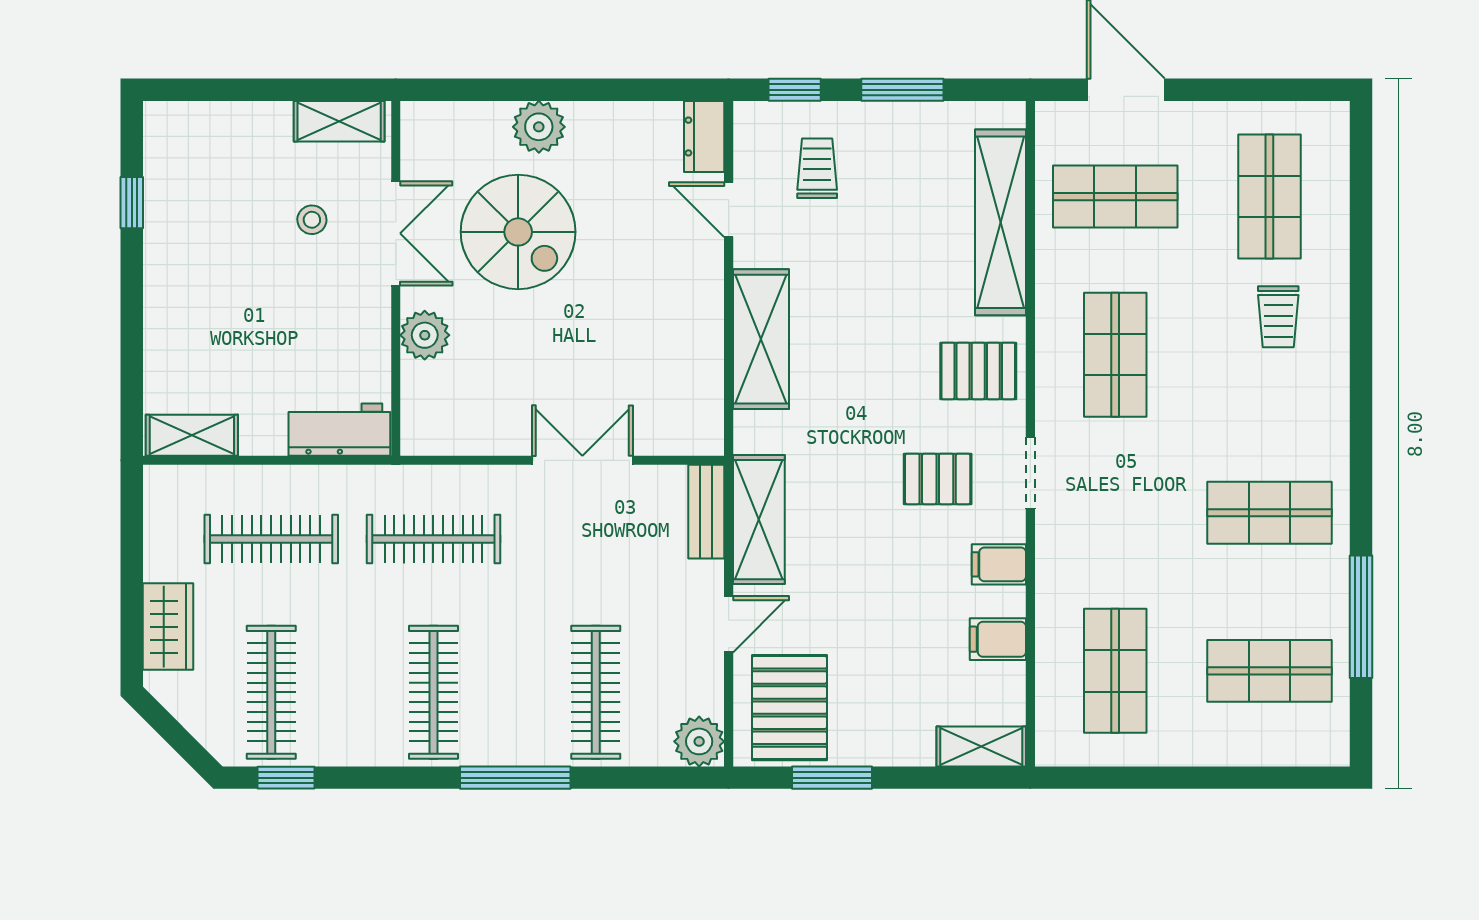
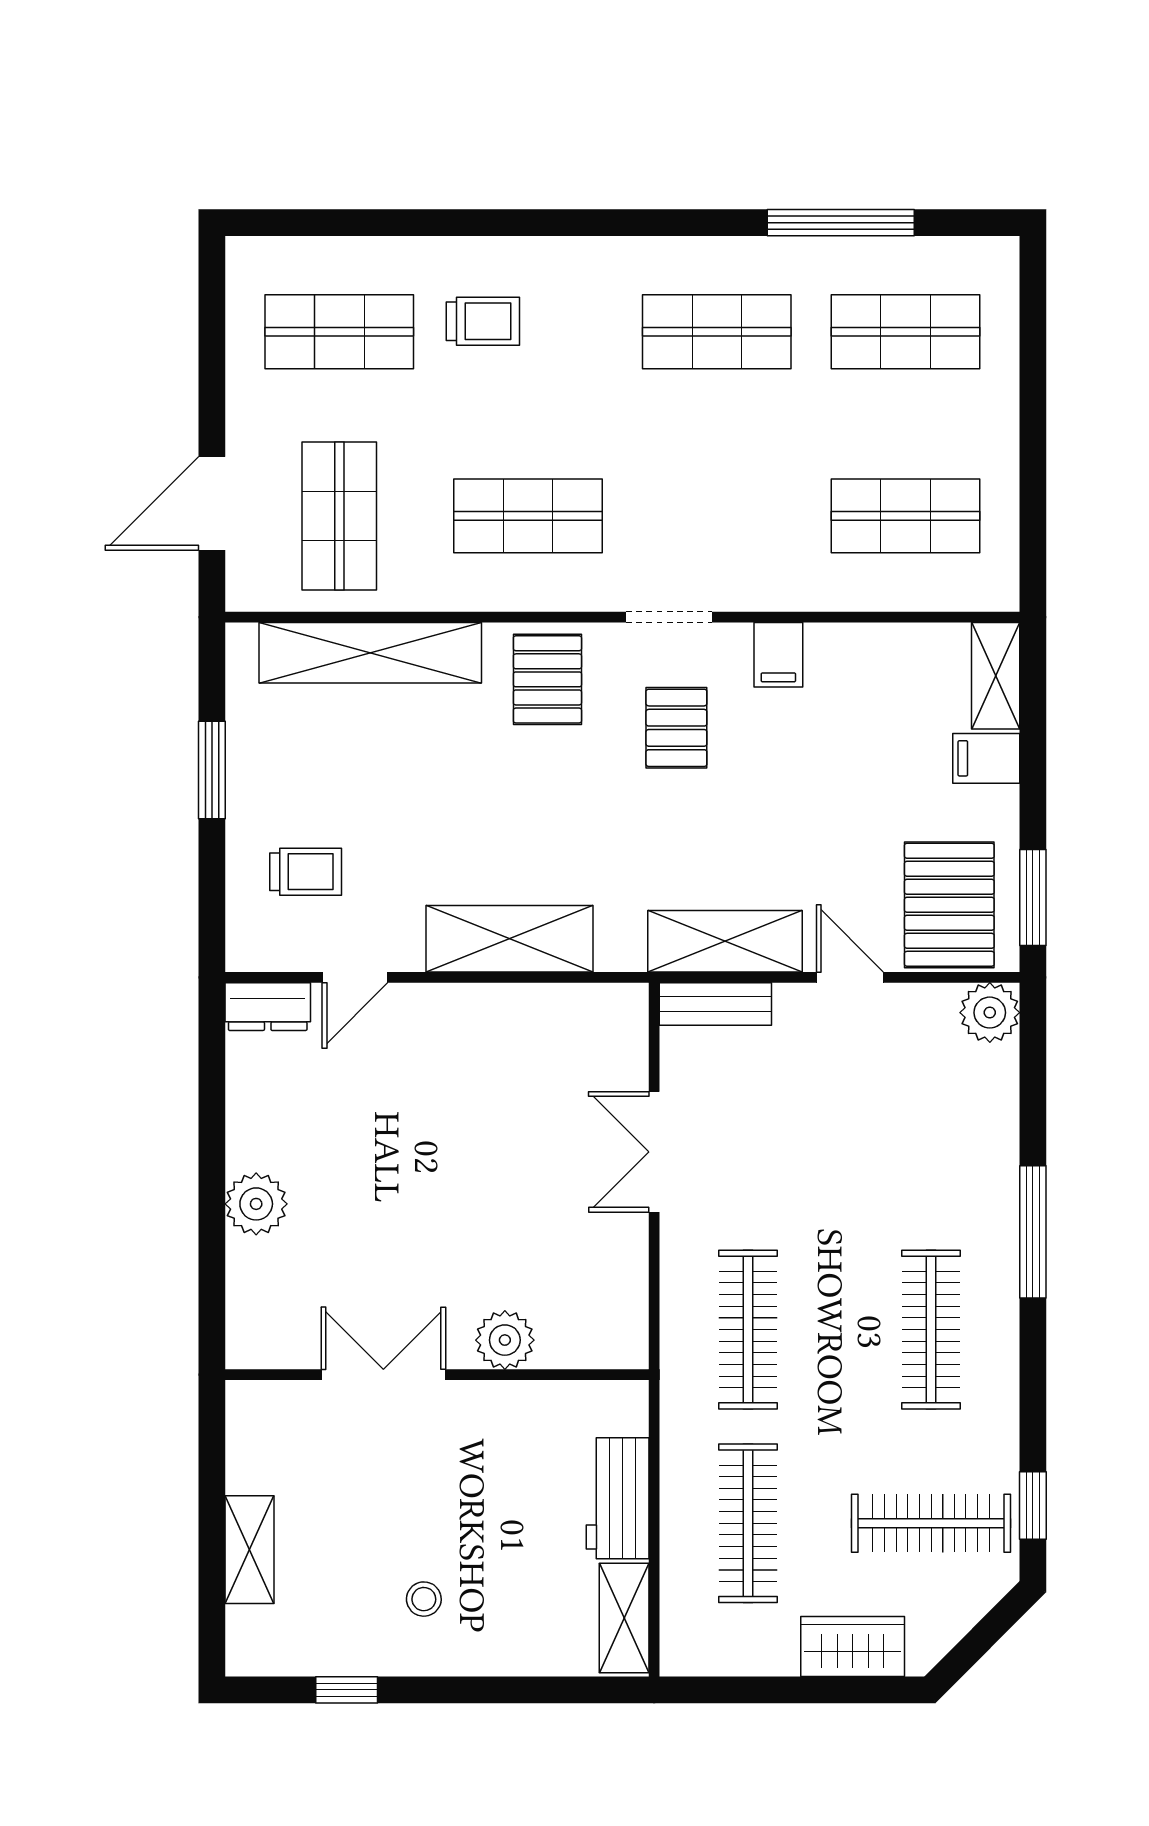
window: (795, 90) -> (212, 899), removed
shelving: (339, 121) -> (249, 1550), moved
trolley: (817, 168) -> (306, 872), turned 180
stool: (312, 220) -> (424, 1599), moved
spiral stairs: (518, 232) -> (382, 1229), removed
workbench: (339, 430) -> (618, 1498), moved
shop shelf: (1269, 513) -> (717, 332), turned 90
filing cabinet: (998, 639) -> (986, 758), moved, turned 90
shop shelf: (1269, 671) -> (905, 332), turned 90
clothes rail: (433, 692) -> (931, 1330), turned 90
clothes rail: (596, 692) -> (931, 1136), removed
pallet: (789, 708) -> (949, 905), turned 90
window: (832, 778) -> (1033, 898), moved

